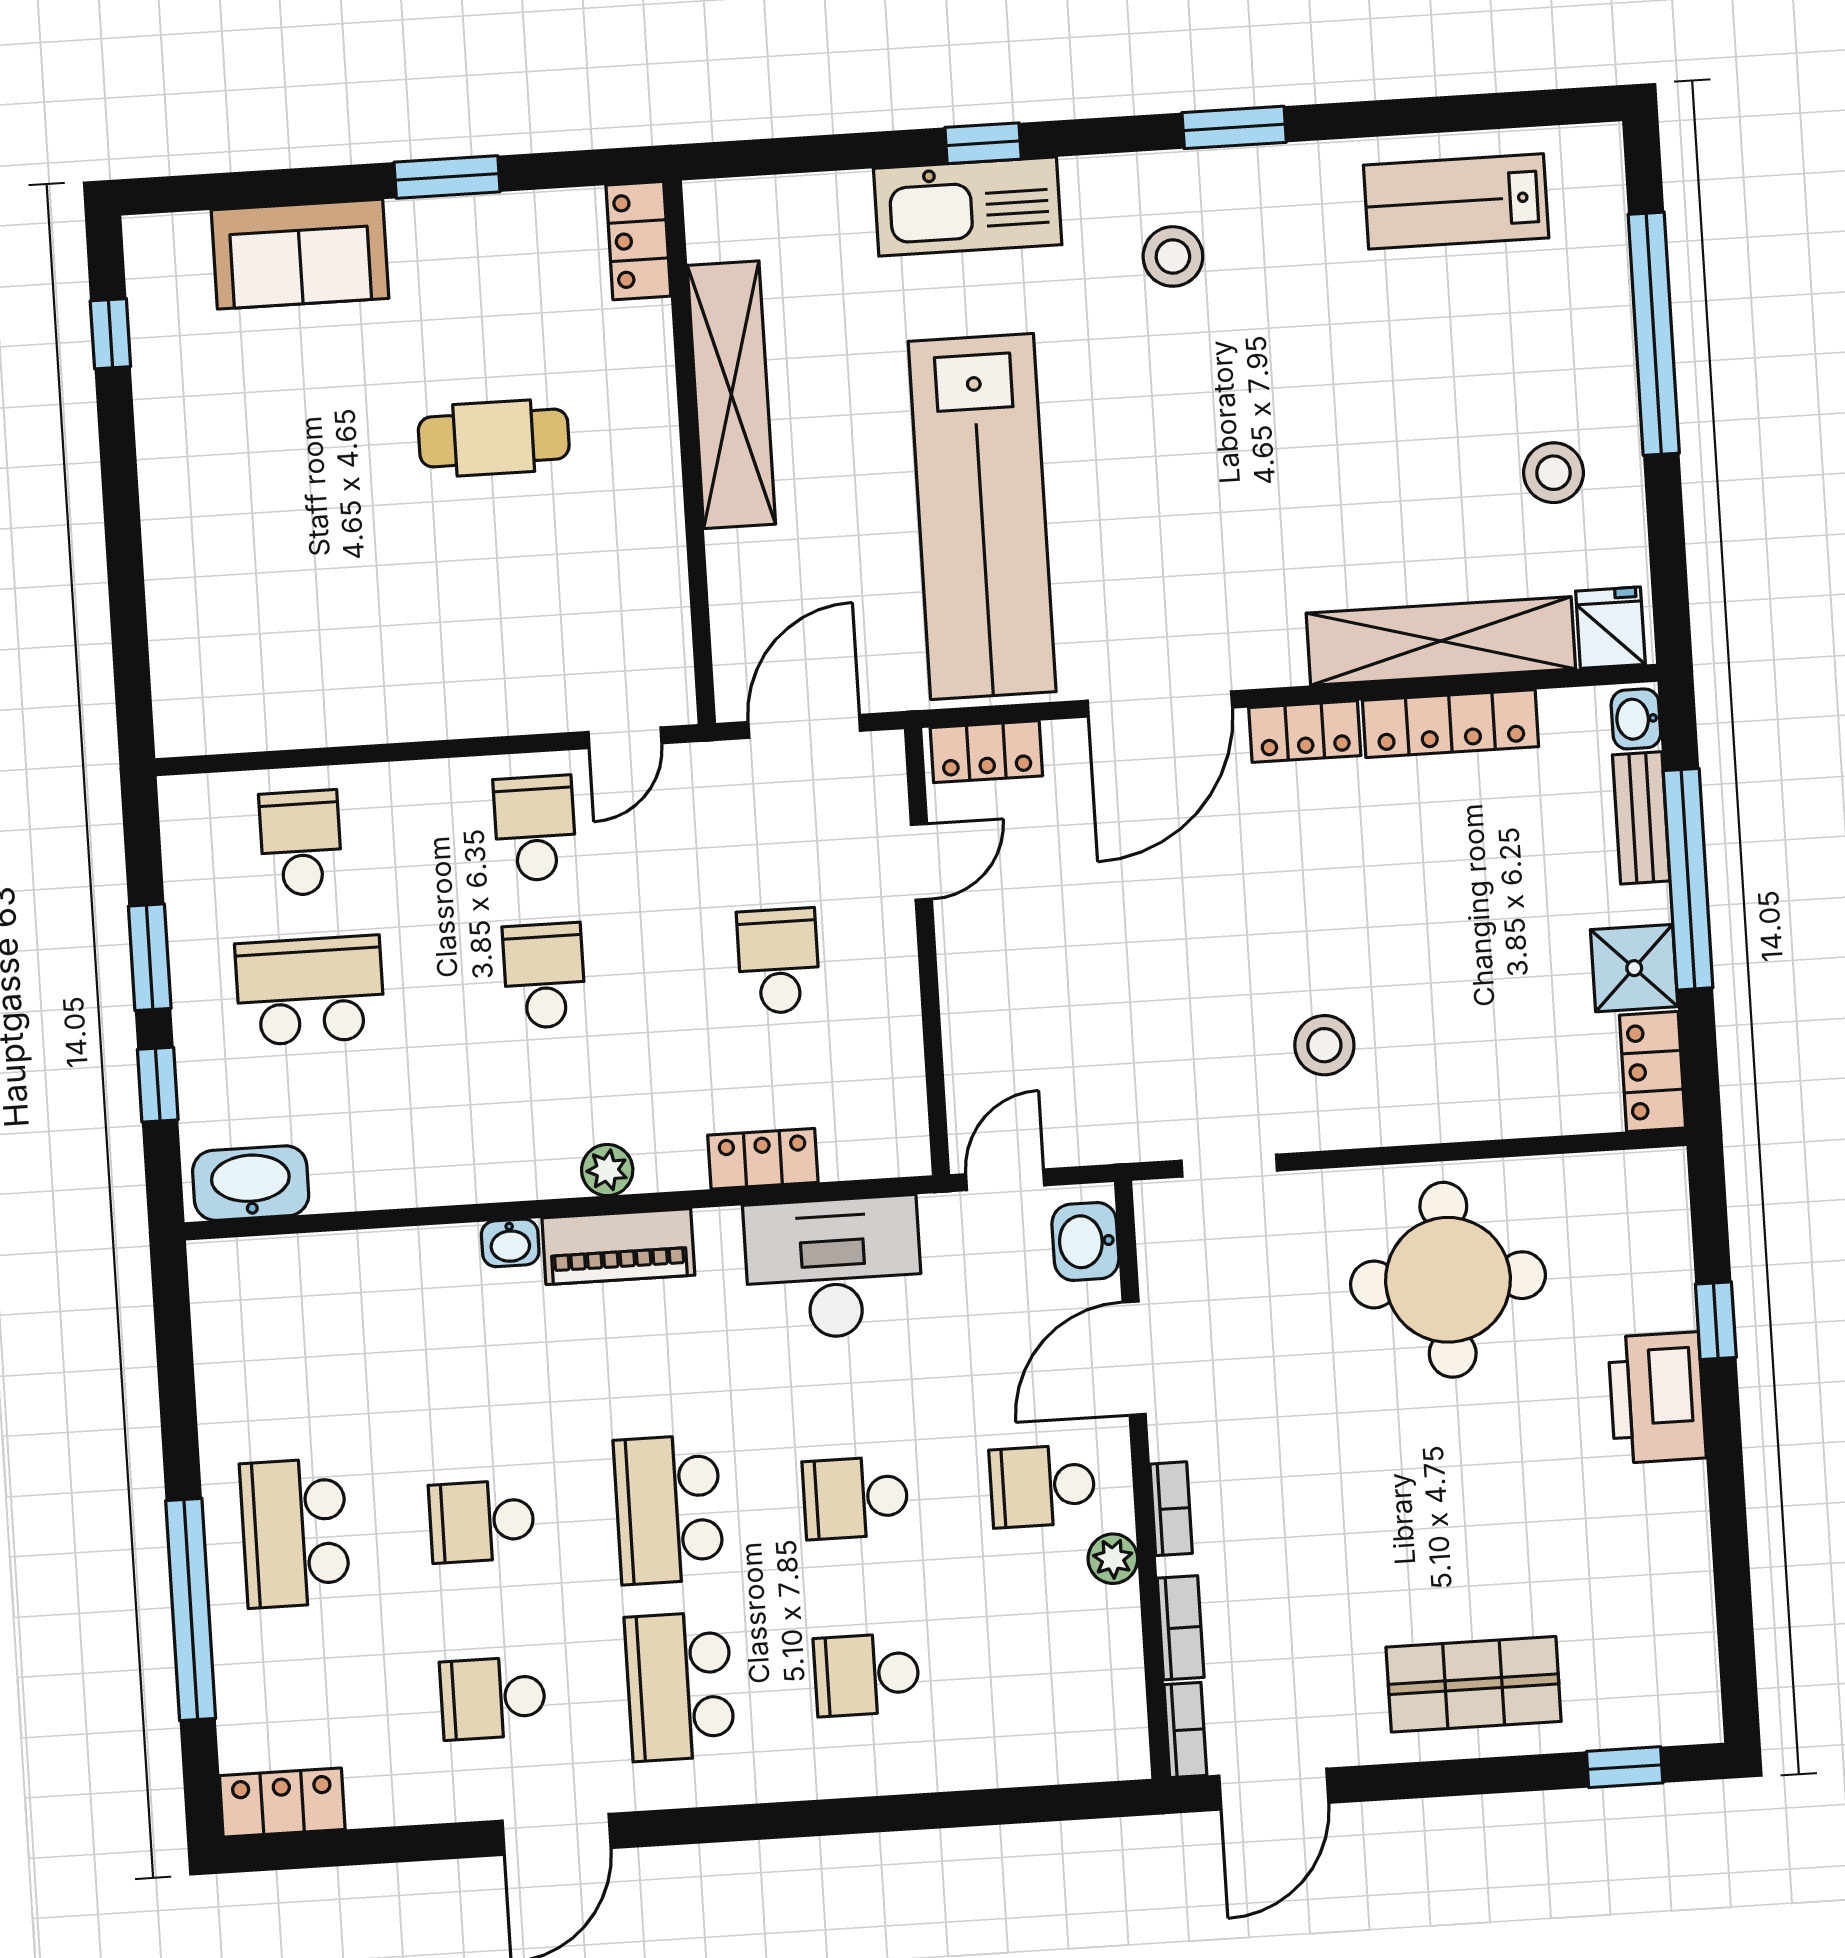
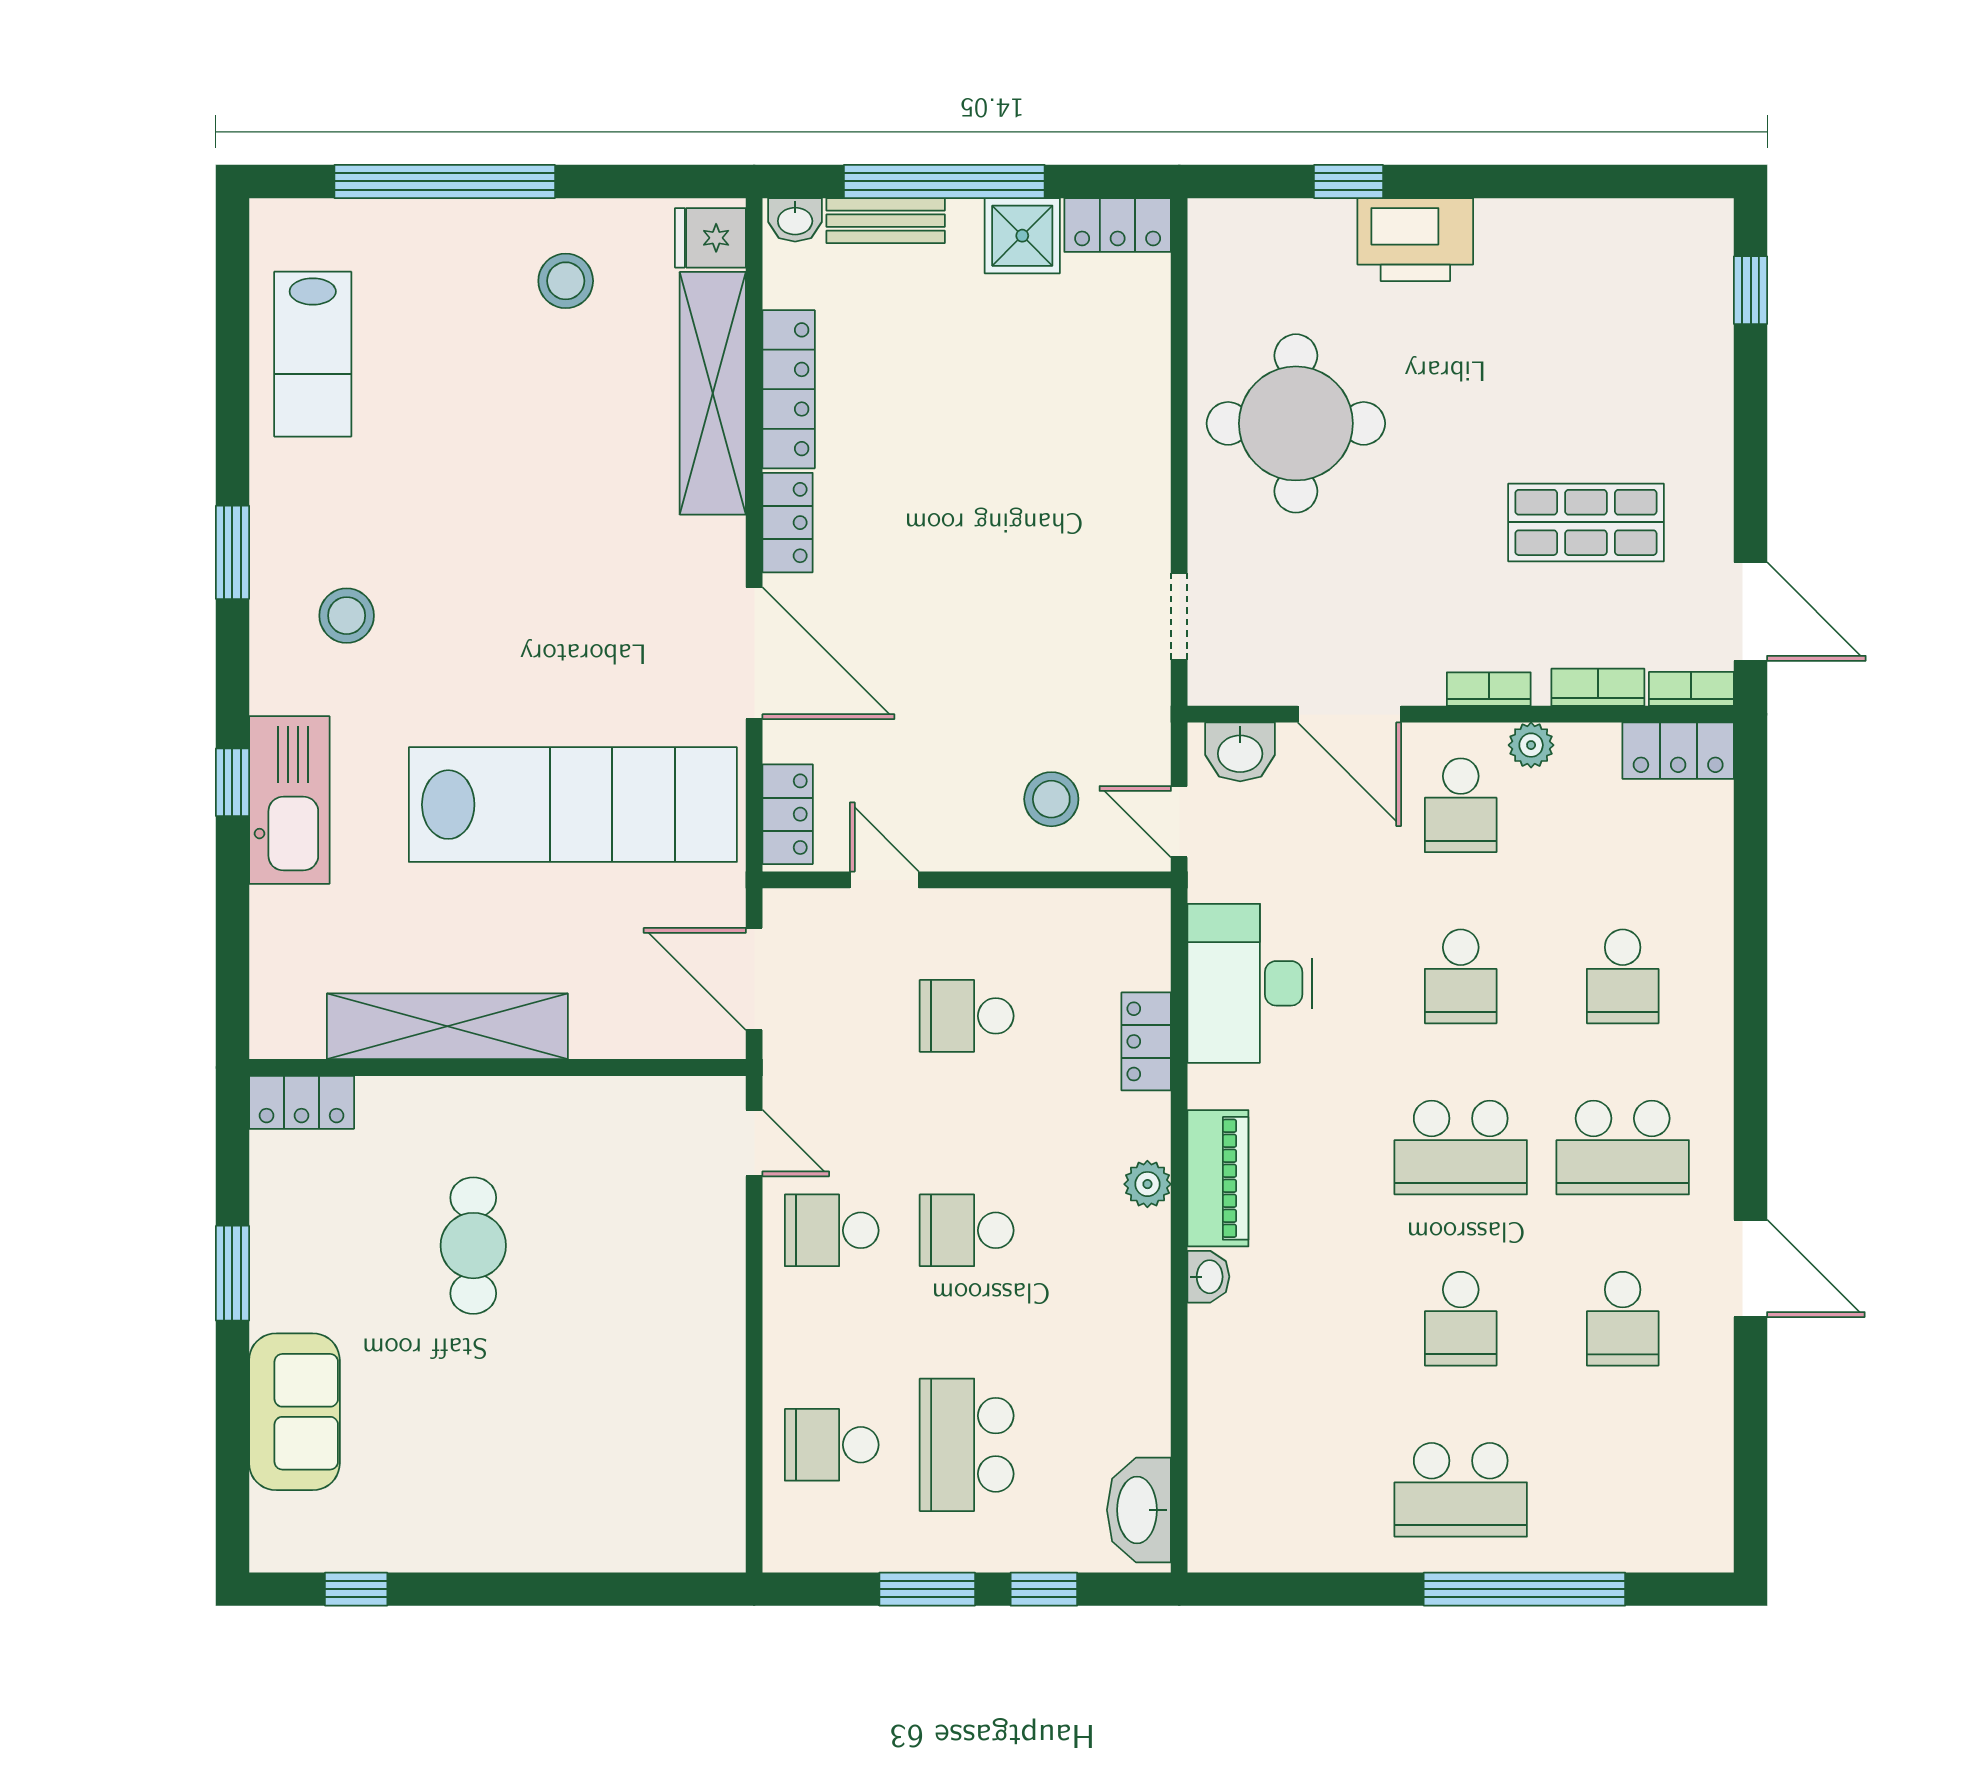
stool: (1324, 1045) -> (1051, 799), moved
shop shelf: (1474, 1684) -> (1586, 522), moved, turned 90
locker: (282, 1803) -> (1678, 751), moved, turned -90

